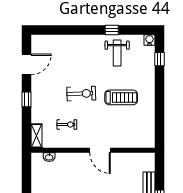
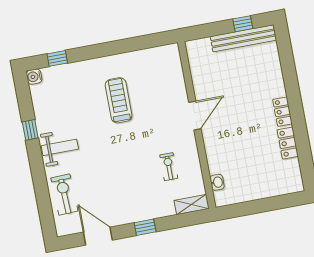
weight bench: (117, 53) -> (60, 147), moved
exercise bike: (81, 94) -> (64, 195), moved

